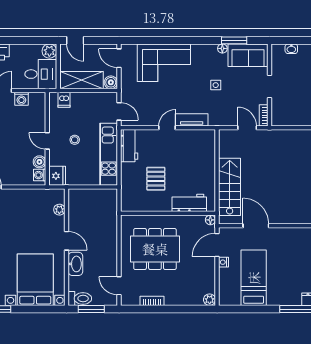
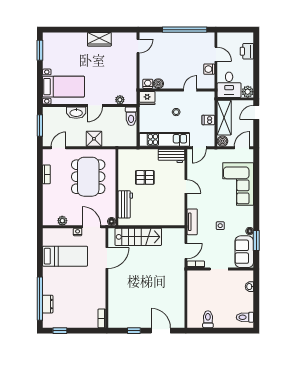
dishwasher: (64, 100) -> (208, 120), moved
tv unit: (192, 120) -> (192, 222), moved
door: (47, 141) -> (190, 90), moved
shower: (108, 242) -> (94, 139), added
bed with nightstands: (35, 280) -> (63, 87), width x0.73
toilet: (80, 299) -> (131, 116), moved
plant: (210, 300) -> (62, 221), moved

